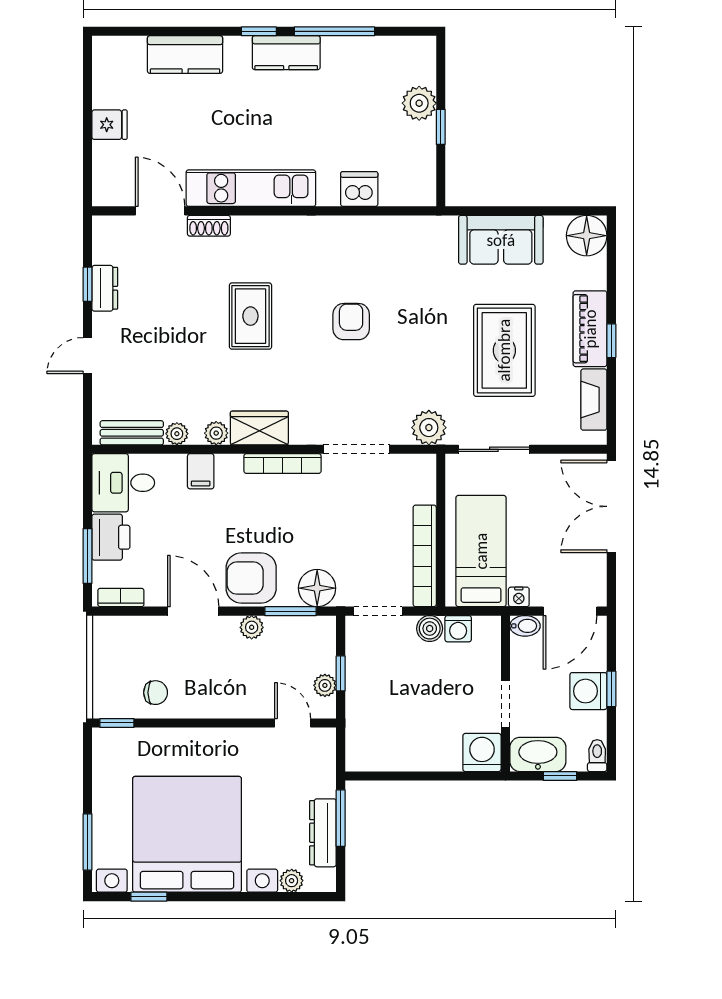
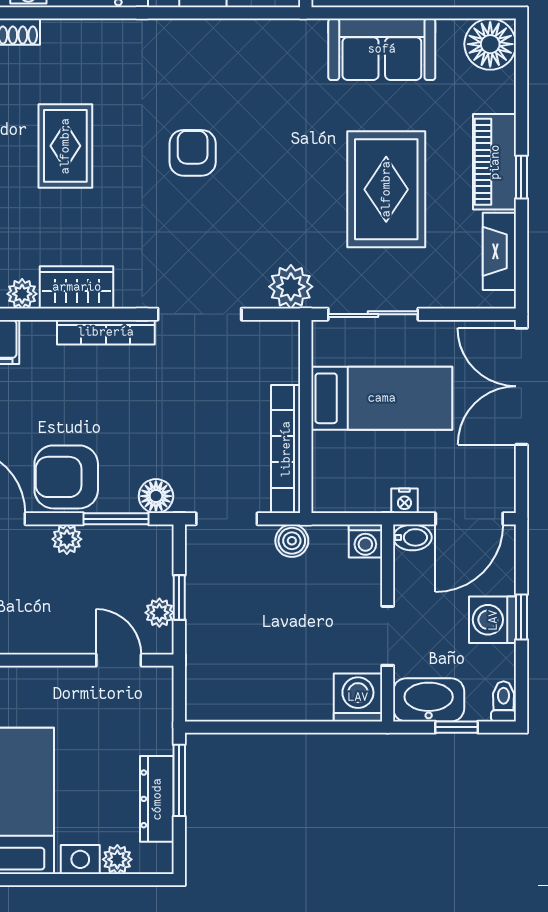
bed: (481, 551) -> (382, 398), moved, turned 90
floor lamp: (317, 588) -> (156, 496), width x0.73, depth x0.73
washing machine: (458, 629) -> (365, 541), moved

